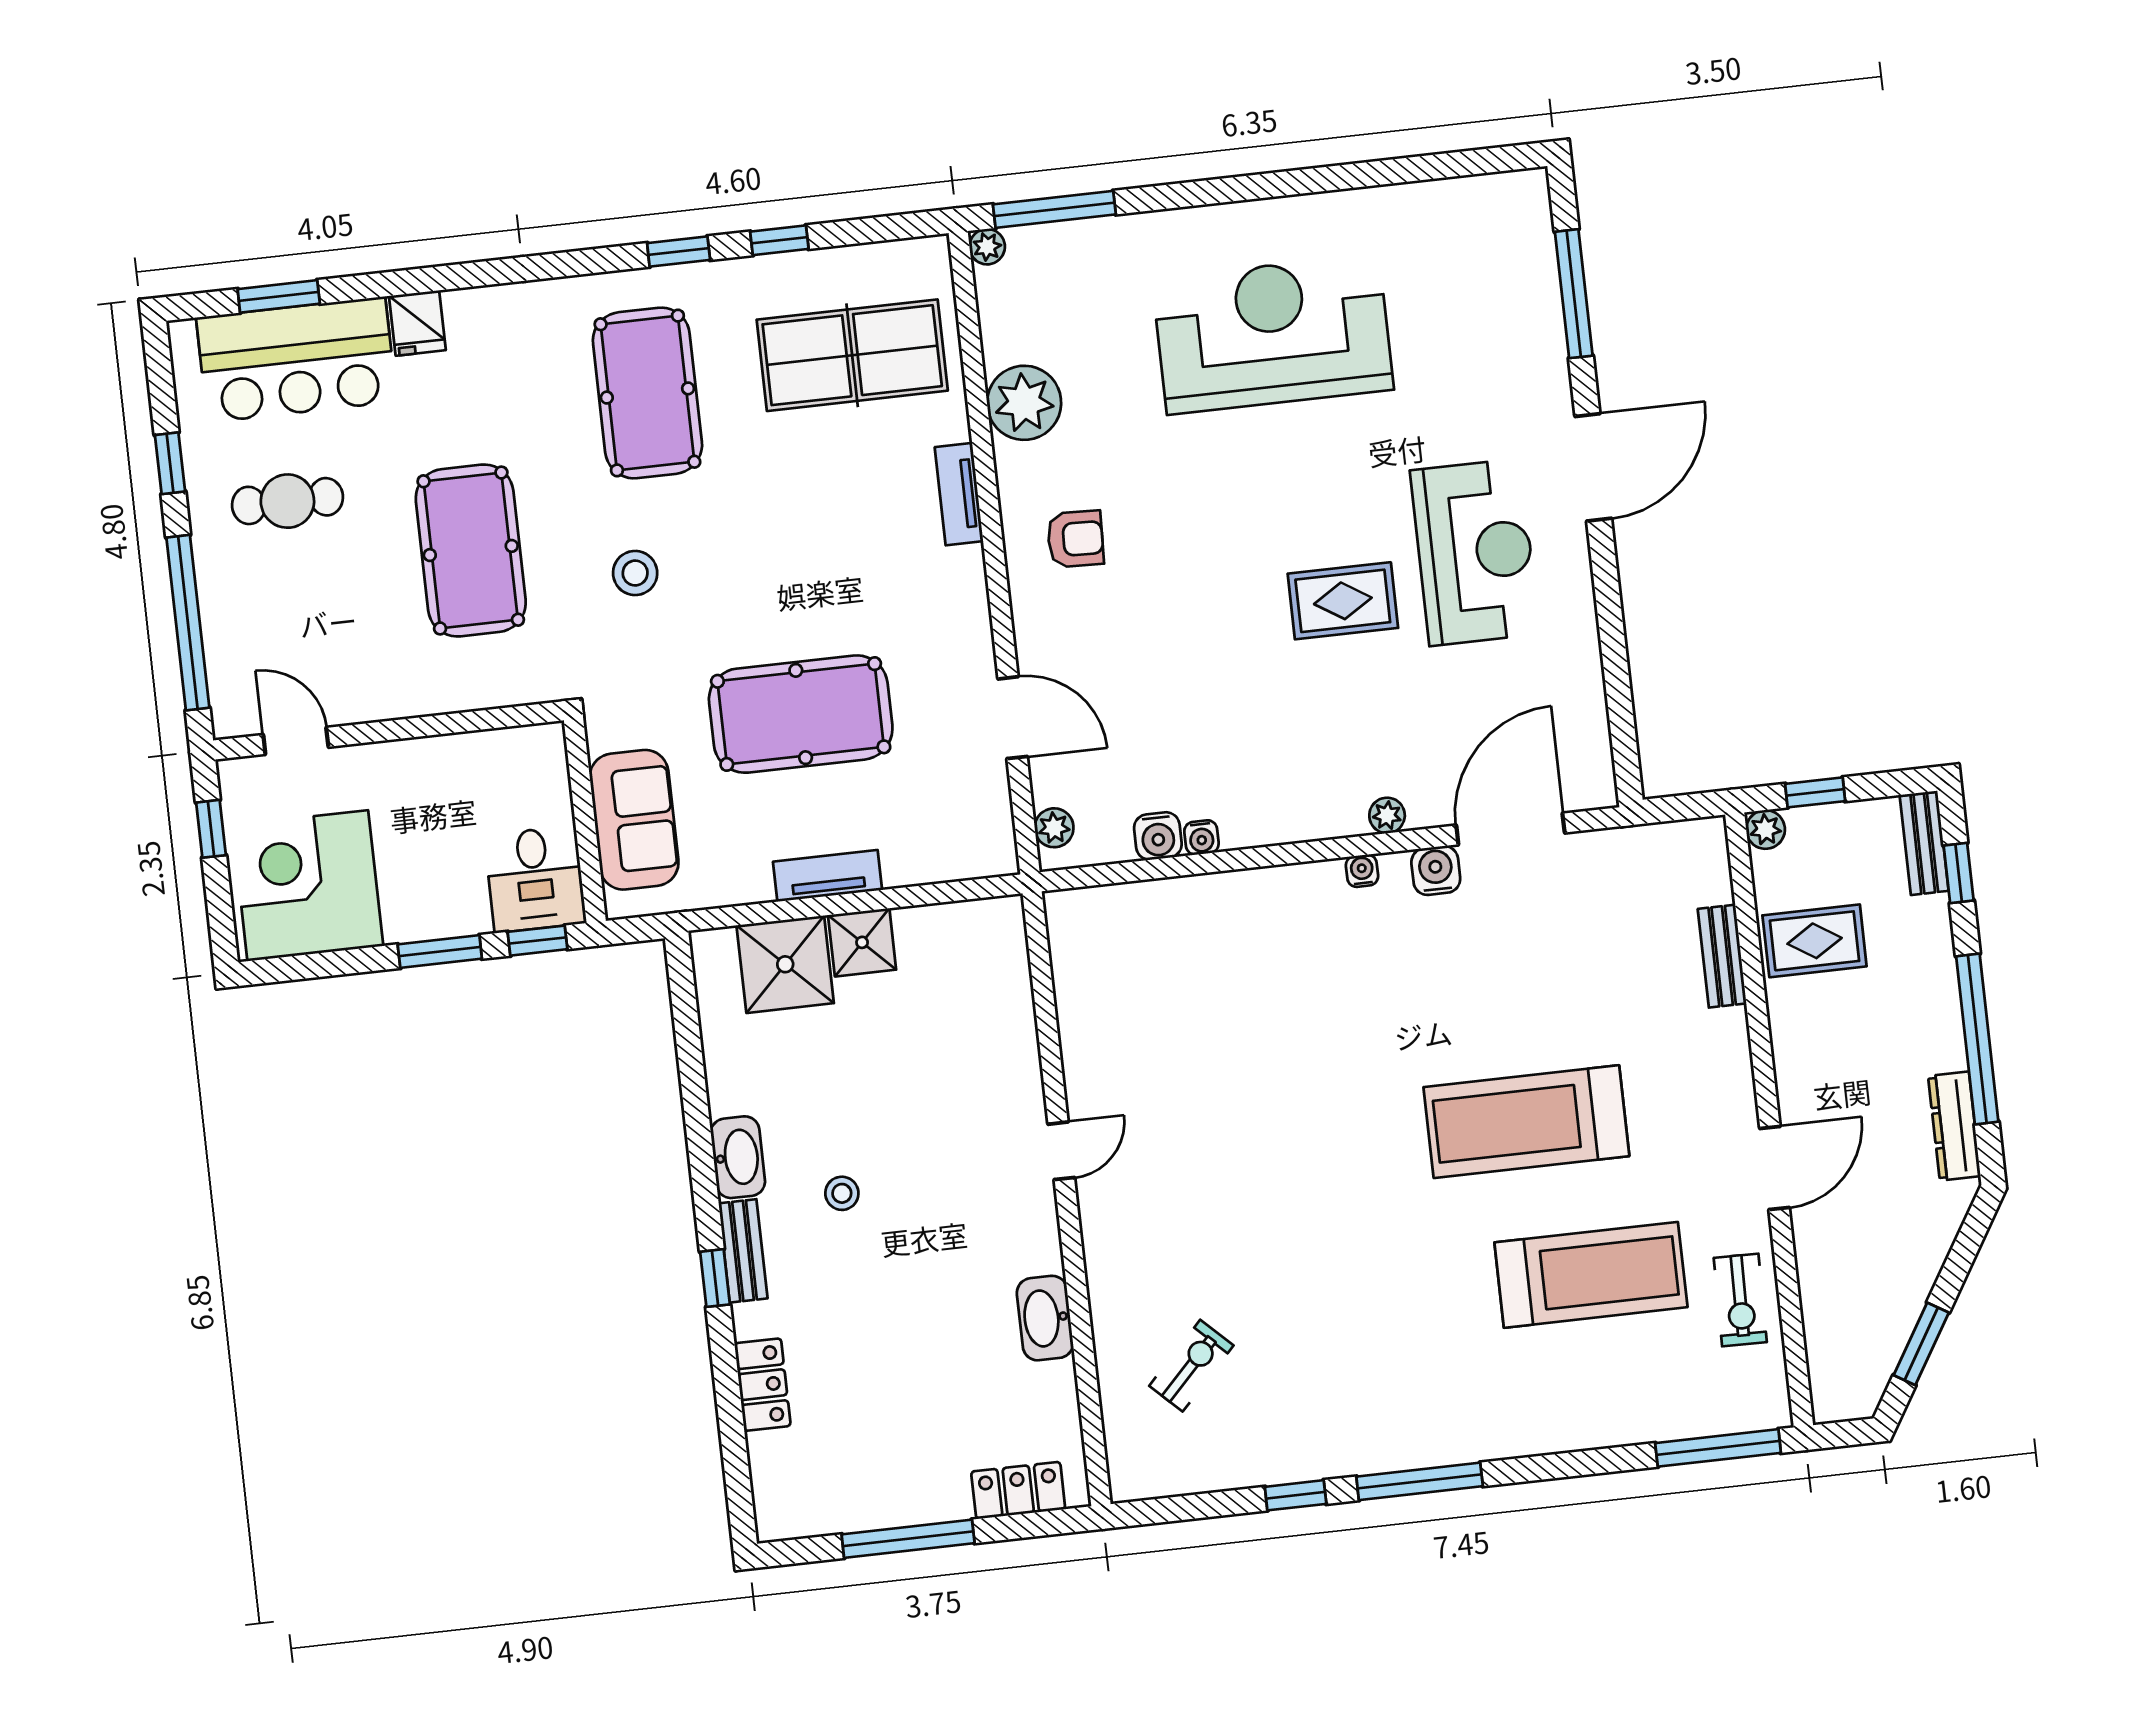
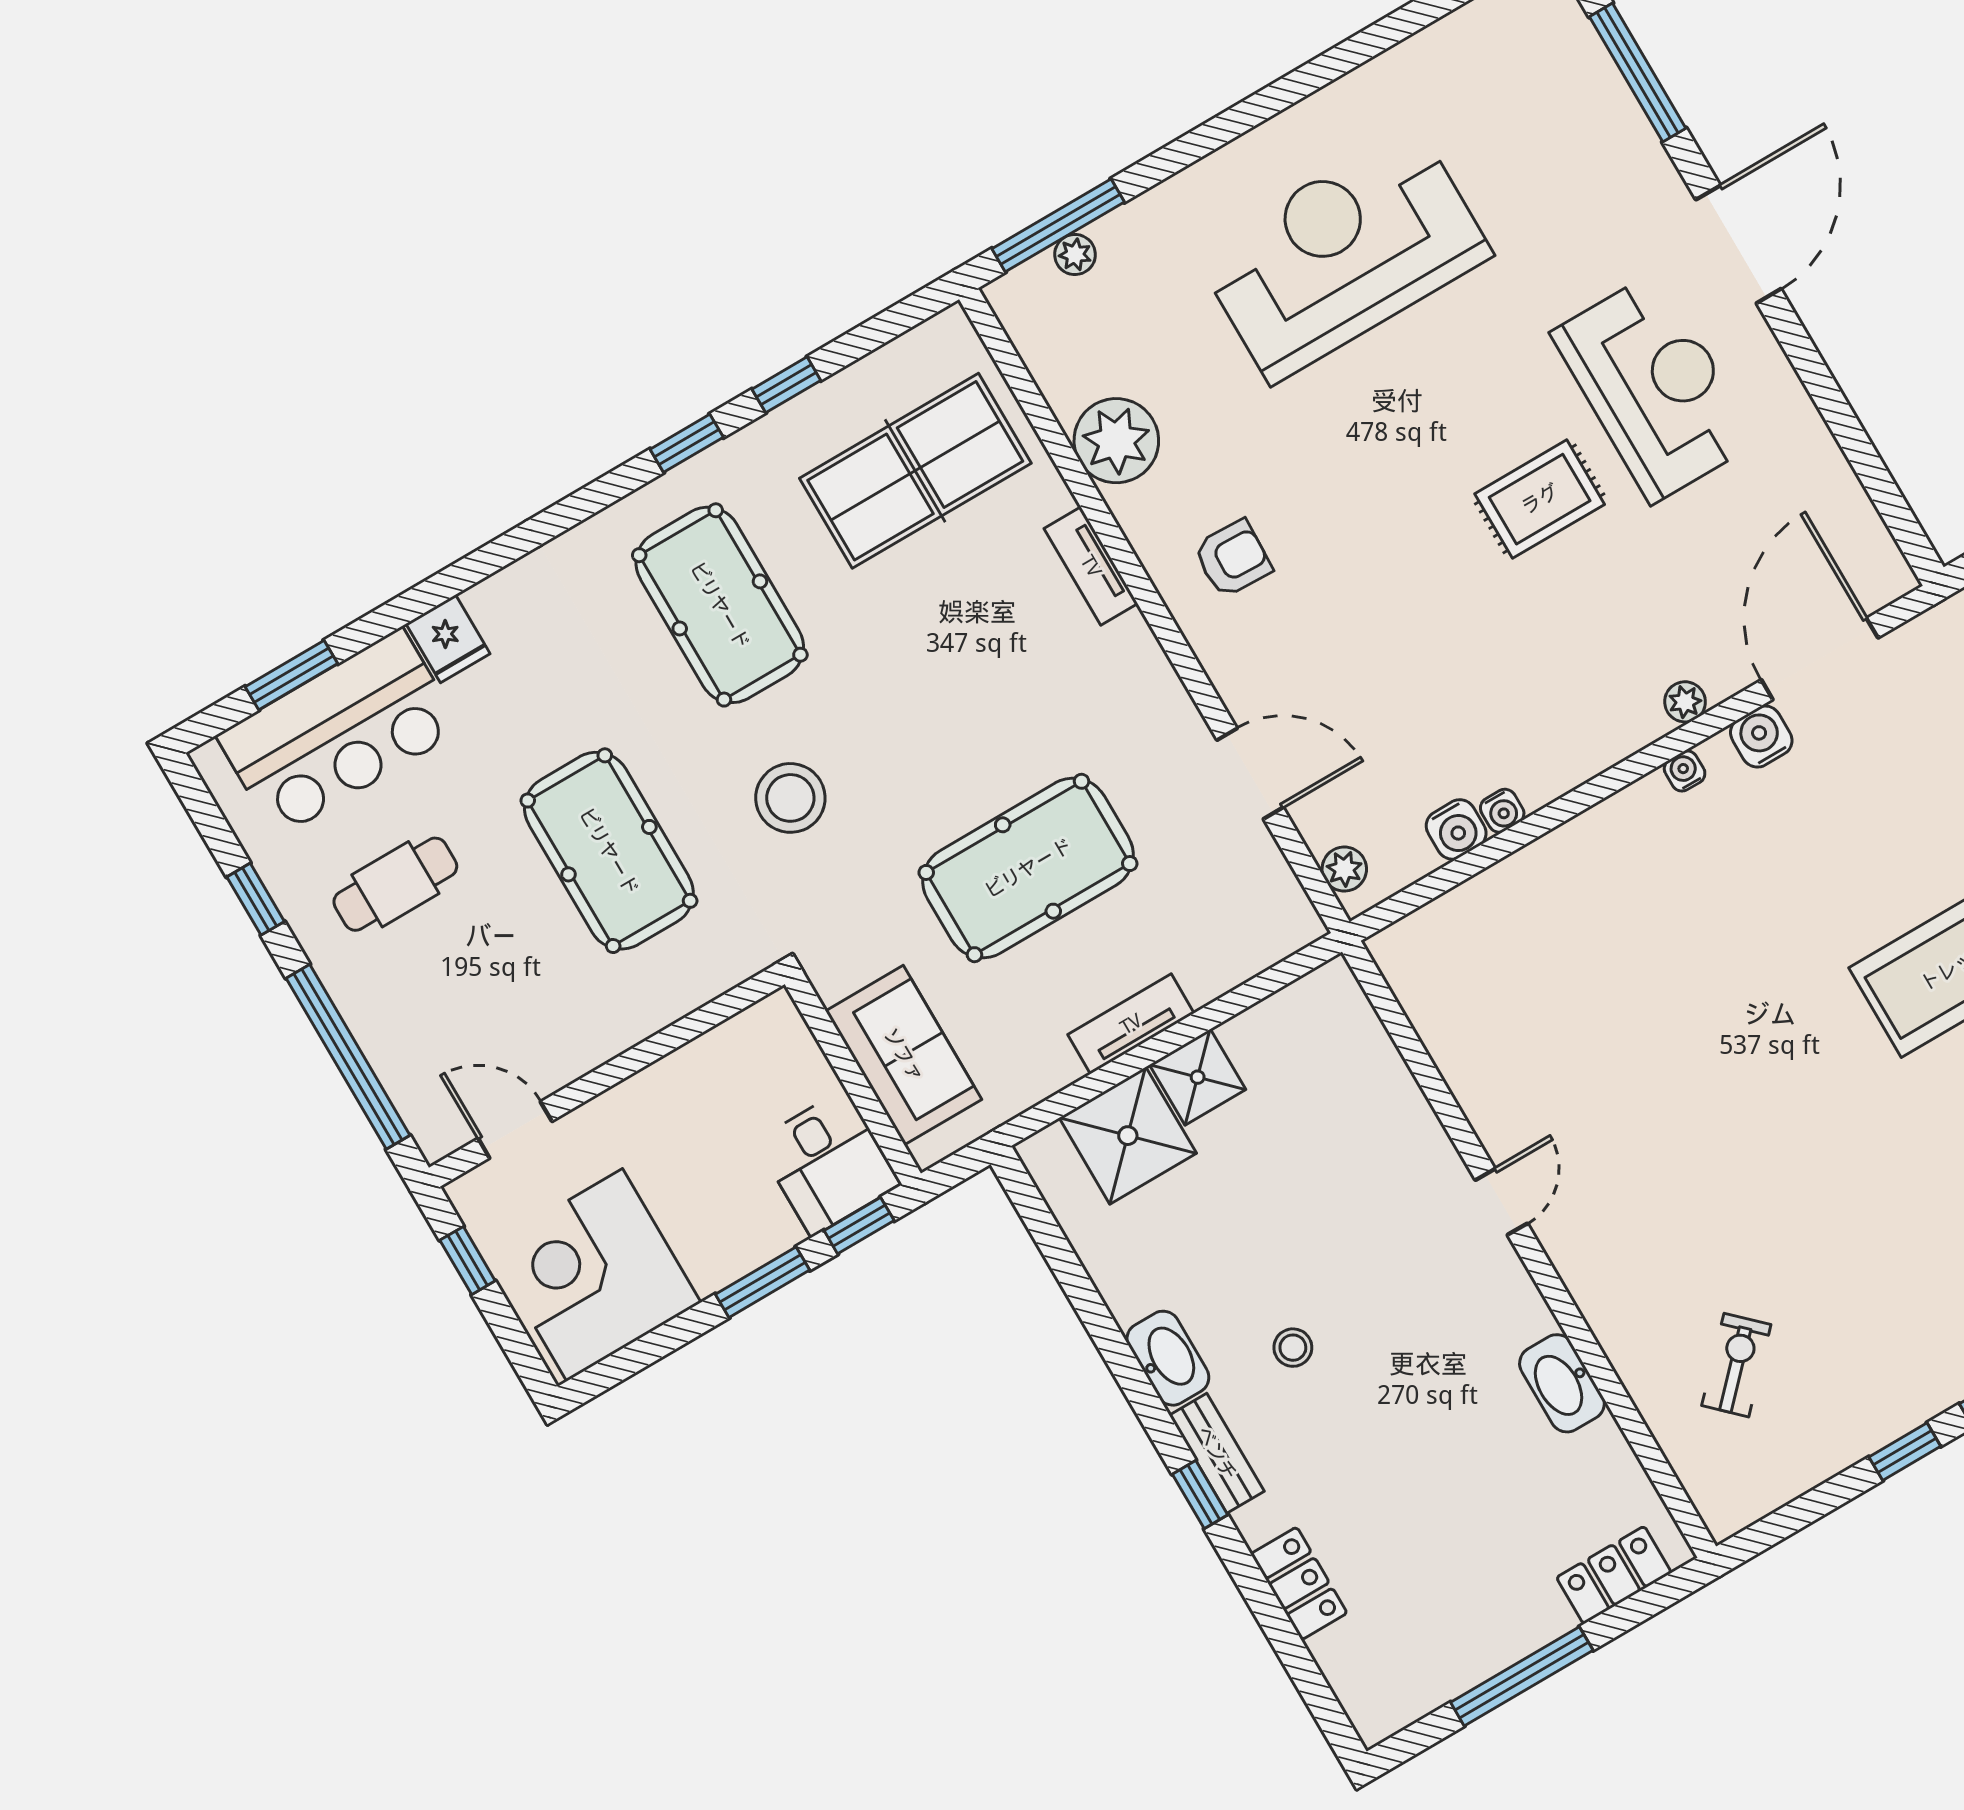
plant: (987, 247) -> (1075, 255), moved
stool: (635, 573) -> (790, 798), width x1.38, depth x1.38

